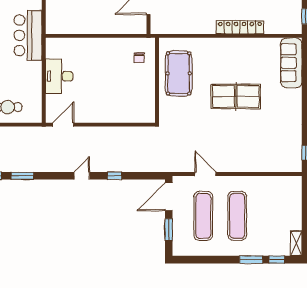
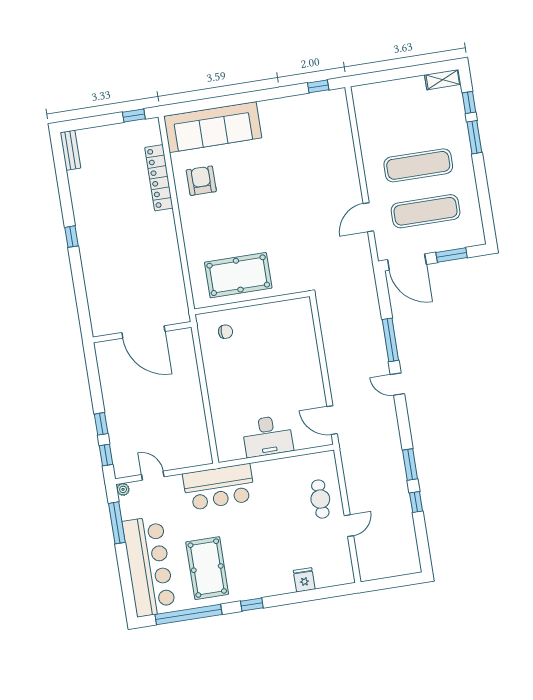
locker: (240, 27) -> (159, 178), moved
armchair: (251, 58) -> (201, 181), added
sofa: (291, 63) -> (213, 127), width x1.36, depth x1.27
table tennis table: (236, 96) -> (257, 193), removed
window: (114, 176) -> (390, 340), width x2.17

